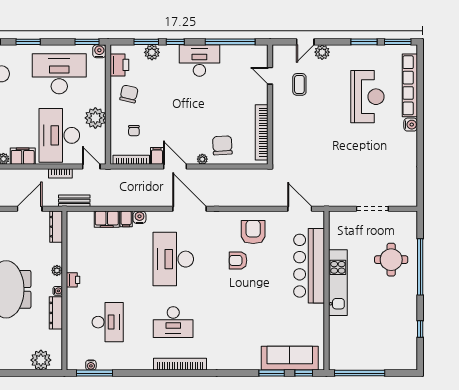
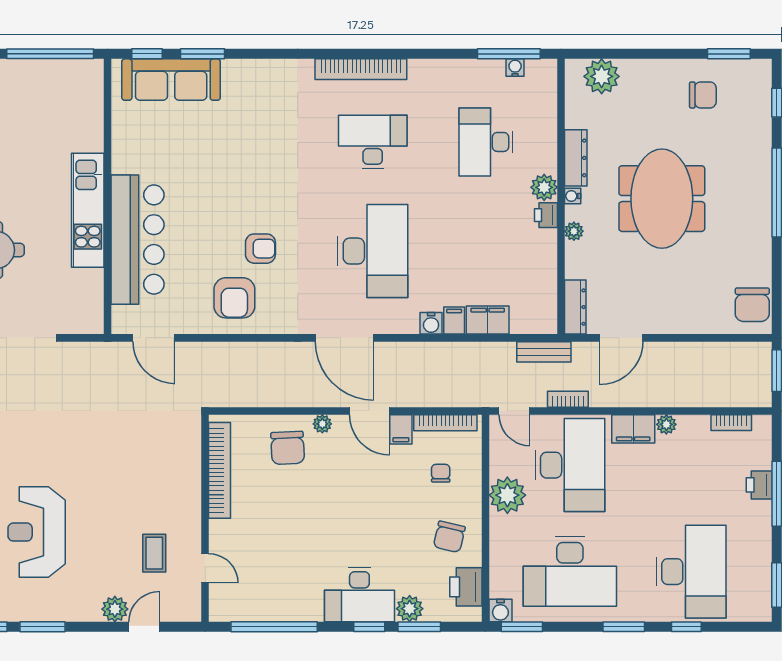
desk: (199, 61) -> (359, 595), moved
plant: (74, 296) -> (544, 187), added

